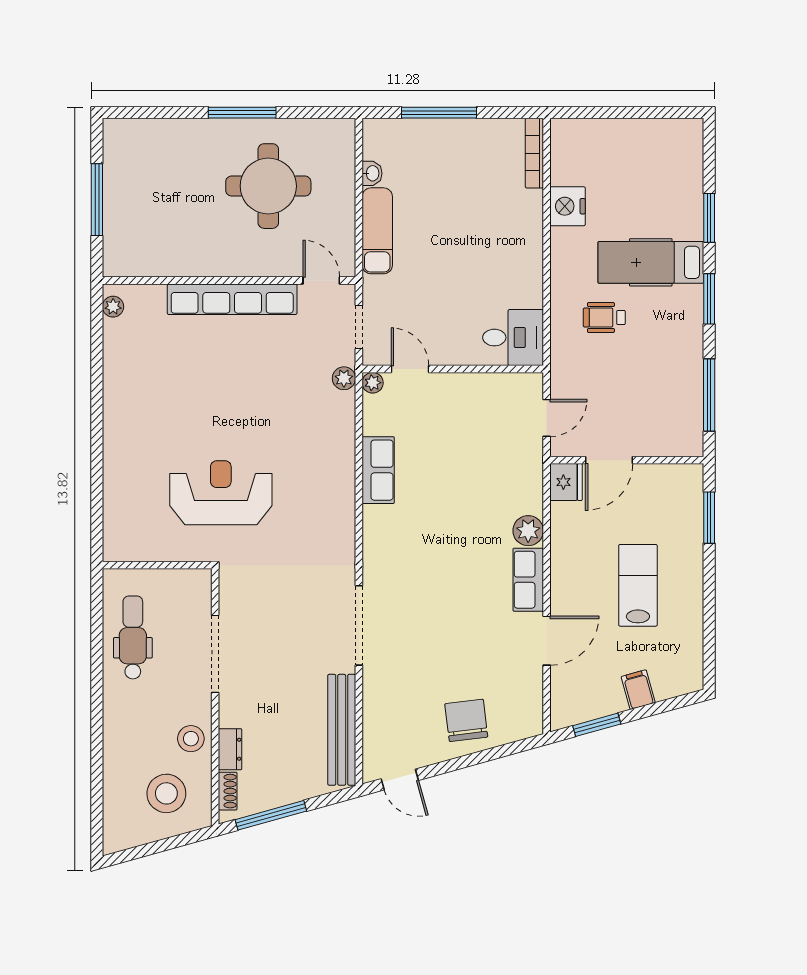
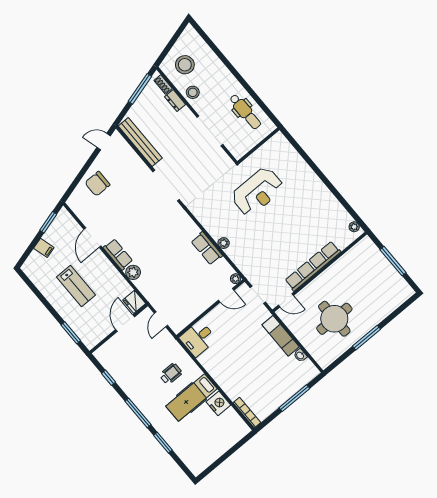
hospital bed: (651, 262) -> (192, 397), moved, turned 180
window: (709, 299) -> (138, 413), width x1.44
plant: (344, 378) -> (224, 243), moved
window: (709, 395) -> (109, 378), width x0.46
chair: (466, 720) -> (97, 184), turned 97

